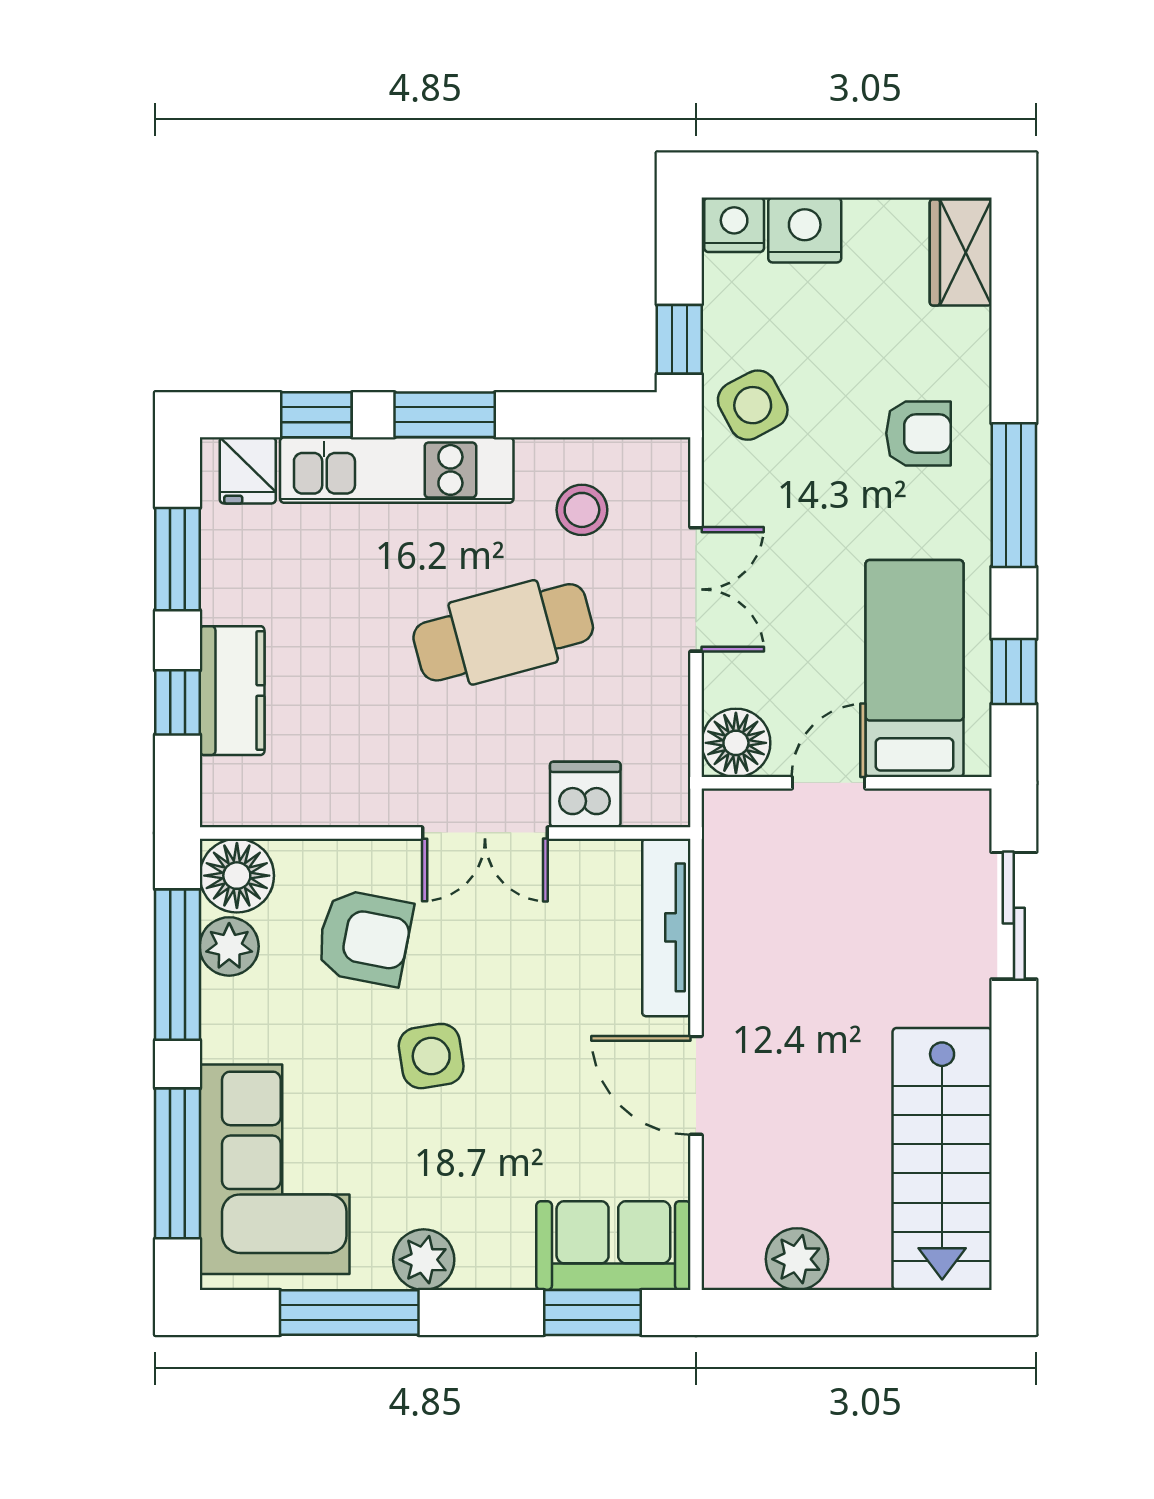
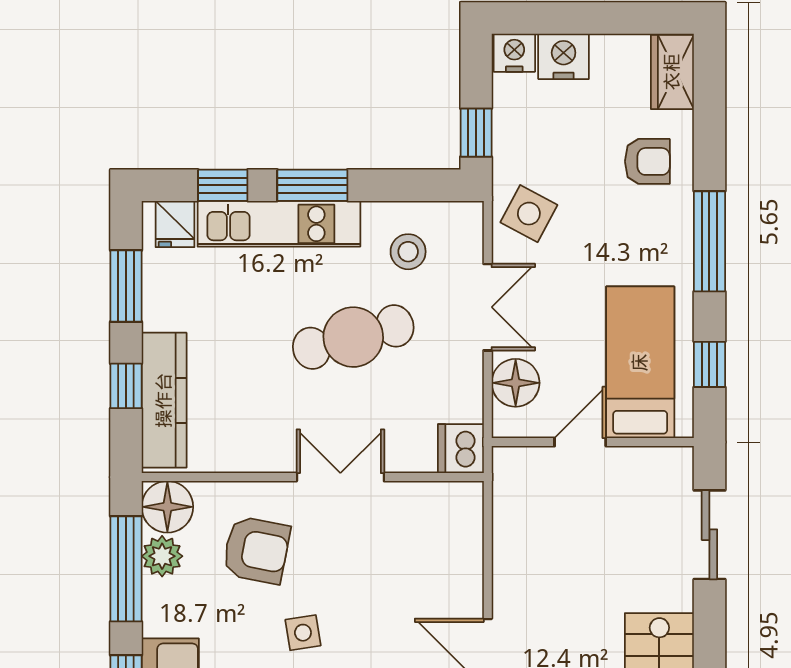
side table: (753, 405) -> (529, 214), moved, turned -34
armchair: (919, 433) -> (647, 161), moved
kitchen counter: (232, 691) -> (164, 400), width x1.50
floor lamp: (736, 743) -> (516, 383), moved
dishwasher: (585, 795) -> (461, 449), moved, turned -90
double door: (485, 833) -> (340, 477), swing flipped
tv unit: (666, 927) -> (467, 543), removed
side table: (431, 1056) -> (303, 633), width x0.73, depth x0.73

